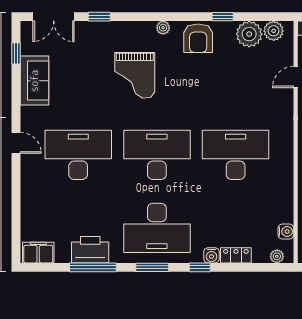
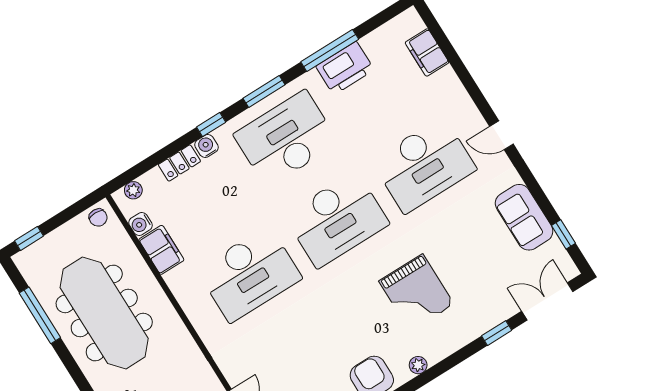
grand piano: (135, 75) -> (416, 293), turned 180
filing cabinet: (283, 206) -> (161, 250), added
filing cabinet: (38, 253) -> (427, 52), moved, turned 90

